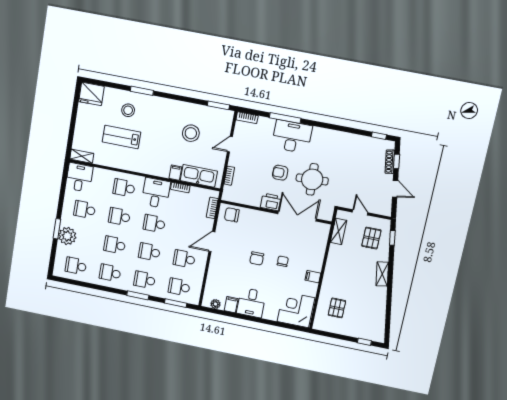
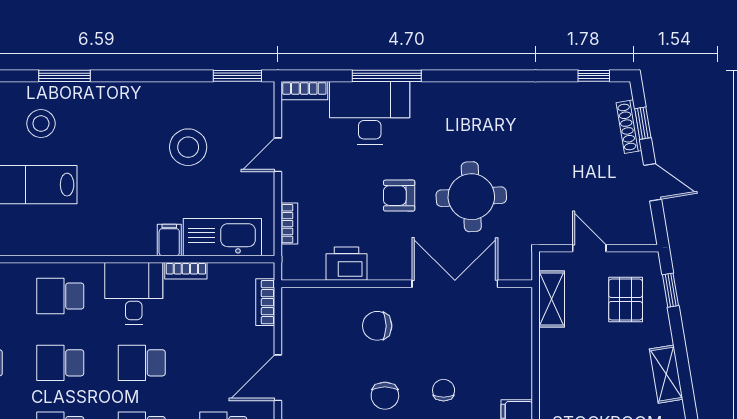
desk: (292, 137) -> (370, 113), moved
printer: (271, 202) -> (347, 264), moved
chair: (232, 215) -> (377, 326), moved

